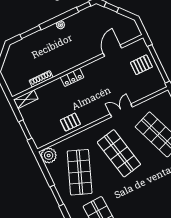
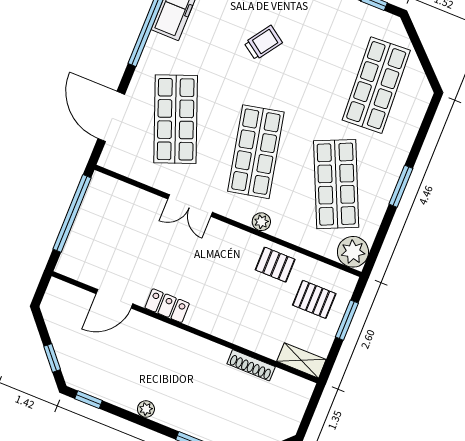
pallet: (141, 65) -> (314, 299), moved
locker: (72, 77) -> (167, 306), moved
plant: (91, 132) -> (261, 222), added
shop shelf: (80, 172) -> (336, 184), turned -45
trolley: (157, 193) -> (263, 43), added

